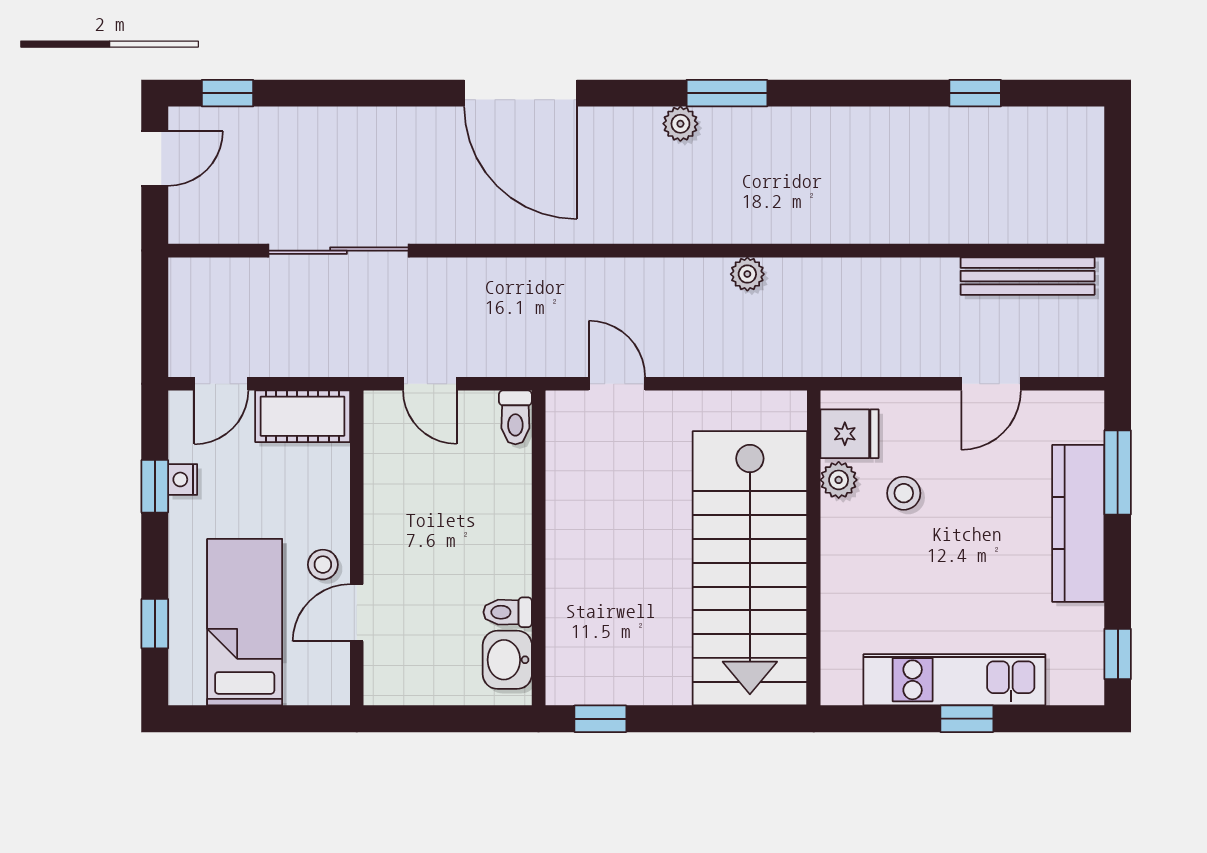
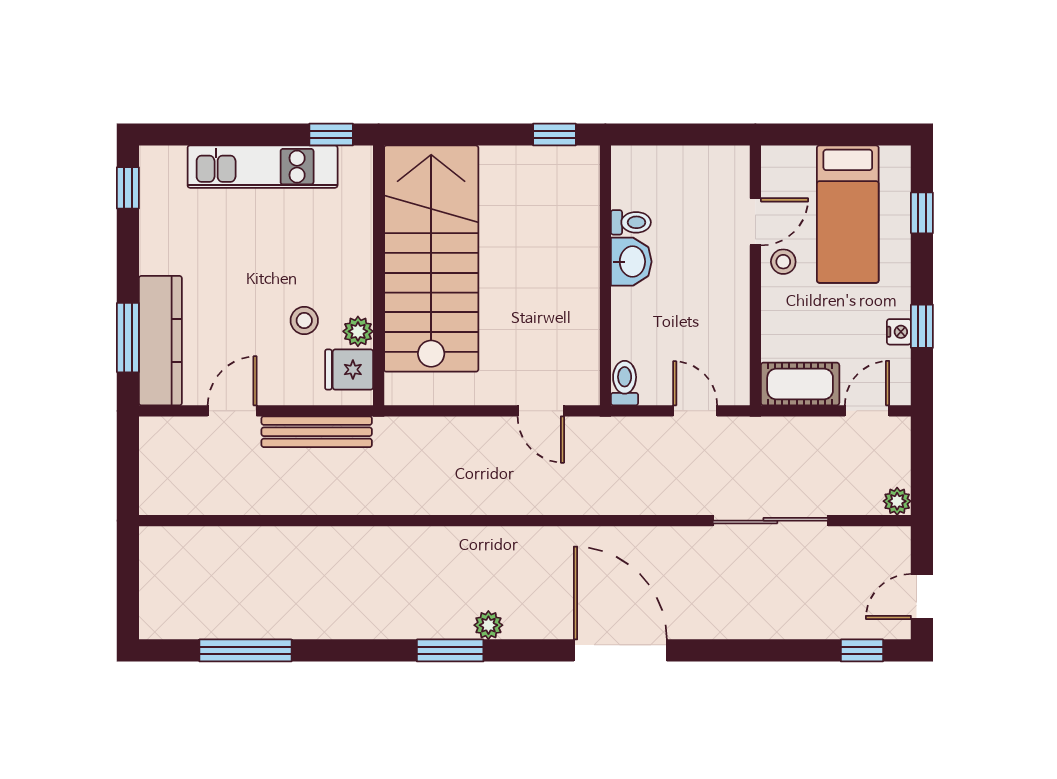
window: (975, 93) -> (245, 650), width x2.17
plant: (747, 274) -> (897, 501), moved
bench: (1028, 276) -> (317, 432), moved
kitchen counter: (1078, 523) -> (160, 341), moved
washbasin: (507, 660) -> (631, 262), moved
window: (967, 719) -> (331, 135), moved

